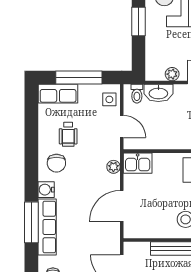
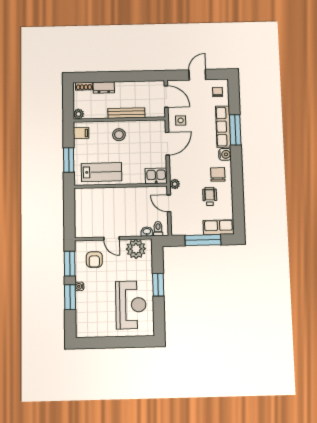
plant: (172, 74) -> (136, 249), width x1.88, depth x1.88
washbasin: (158, 93) -> (147, 232), width x0.52, depth x0.69
side table: (109, 99) -> (181, 120), moved
plant: (113, 167) -> (175, 184), moved

